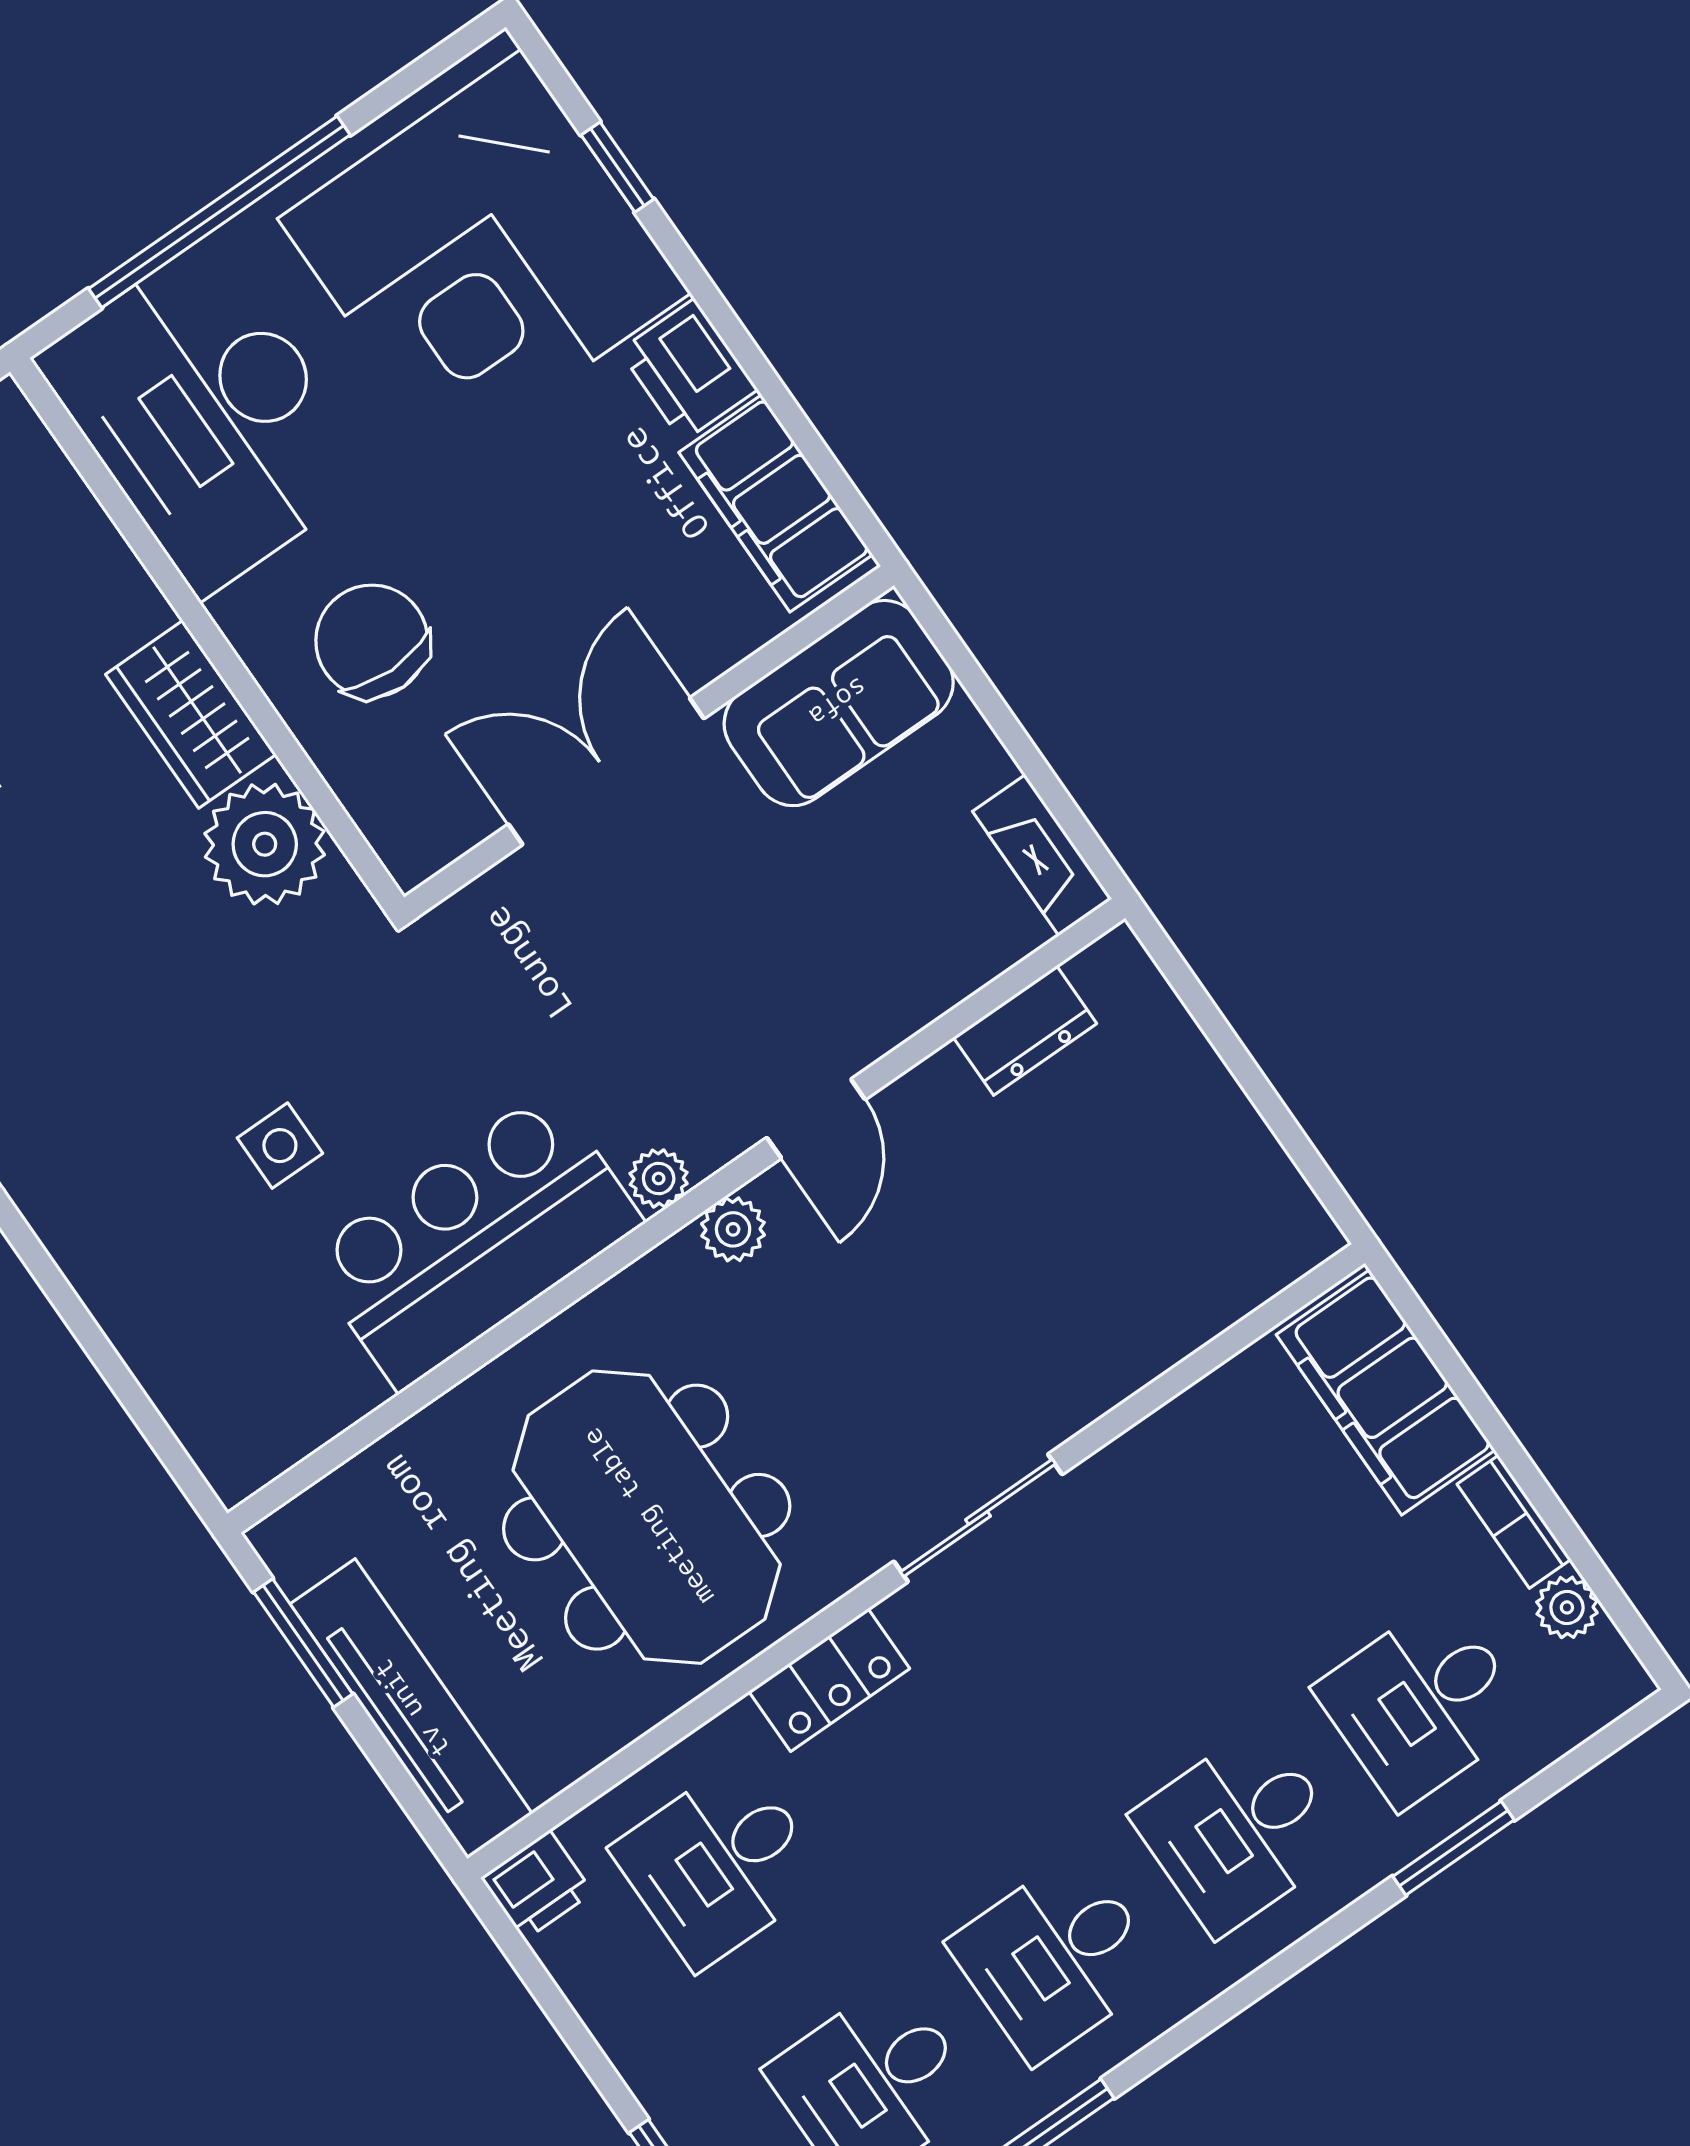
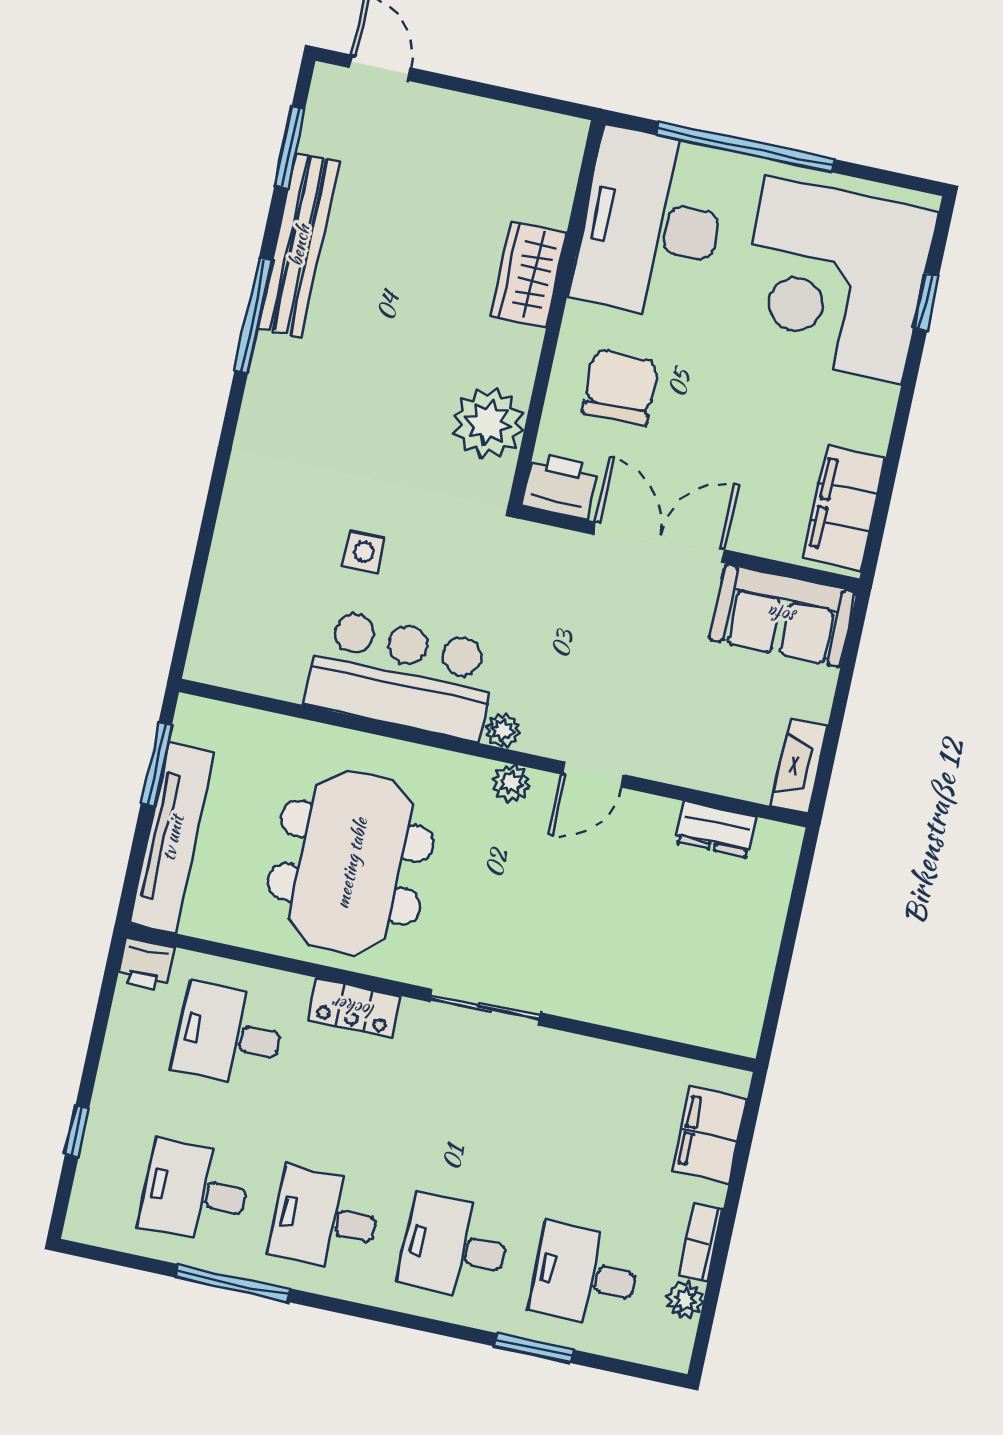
printer: (688, 370) -> (560, 486), moved, turned 90
wardrobe: (191, 714) -> (529, 274), moved
filing cabinet: (1386, 1392) -> (710, 1135), width x0.67, depth x0.86

